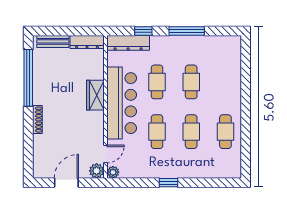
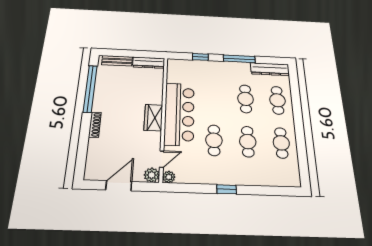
dresser: (128, 43) -> (270, 69), moved
cafe table: (157, 82) -> (277, 100), moved
wardrobe: (95, 95) -> (153, 118), moved

